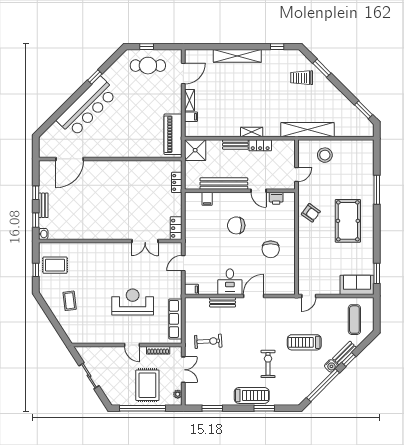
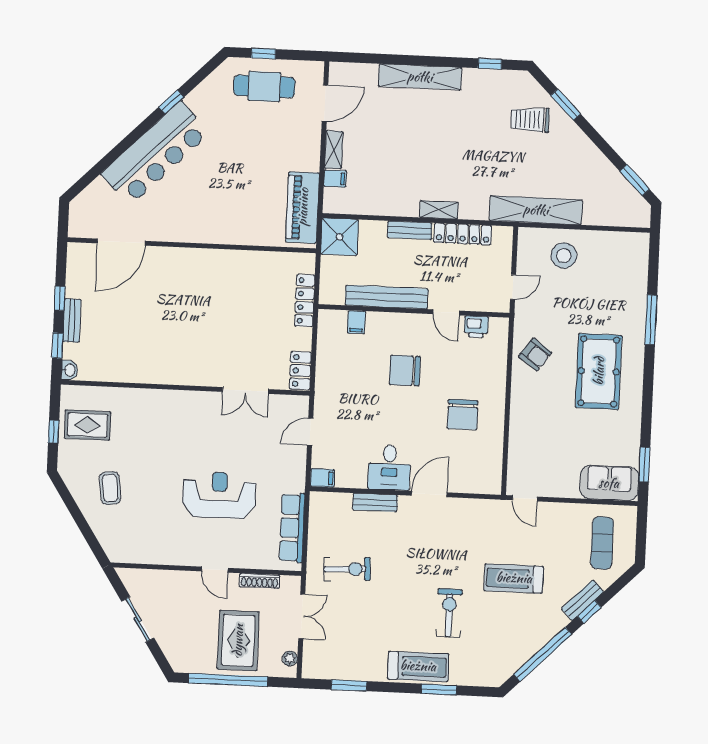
locker: (260, 145) -> (463, 234), width x1.53
locker: (177, 182) -> (305, 301), width x1.53
door: (309, 296) -> (525, 498), hinge flipped
water cooler: (331, 366) -> (558, 621), removed

